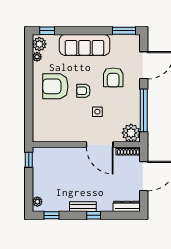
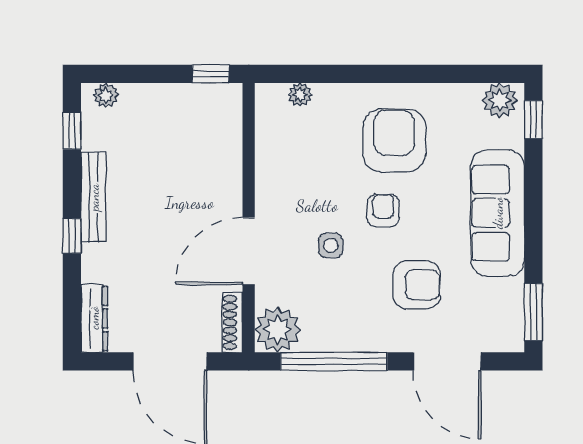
plant: (37, 57) -> (300, 95), moved
armchair: (113, 77) -> (417, 285), turned 180
bench: (83, 207) -> (94, 197), width x1.36

